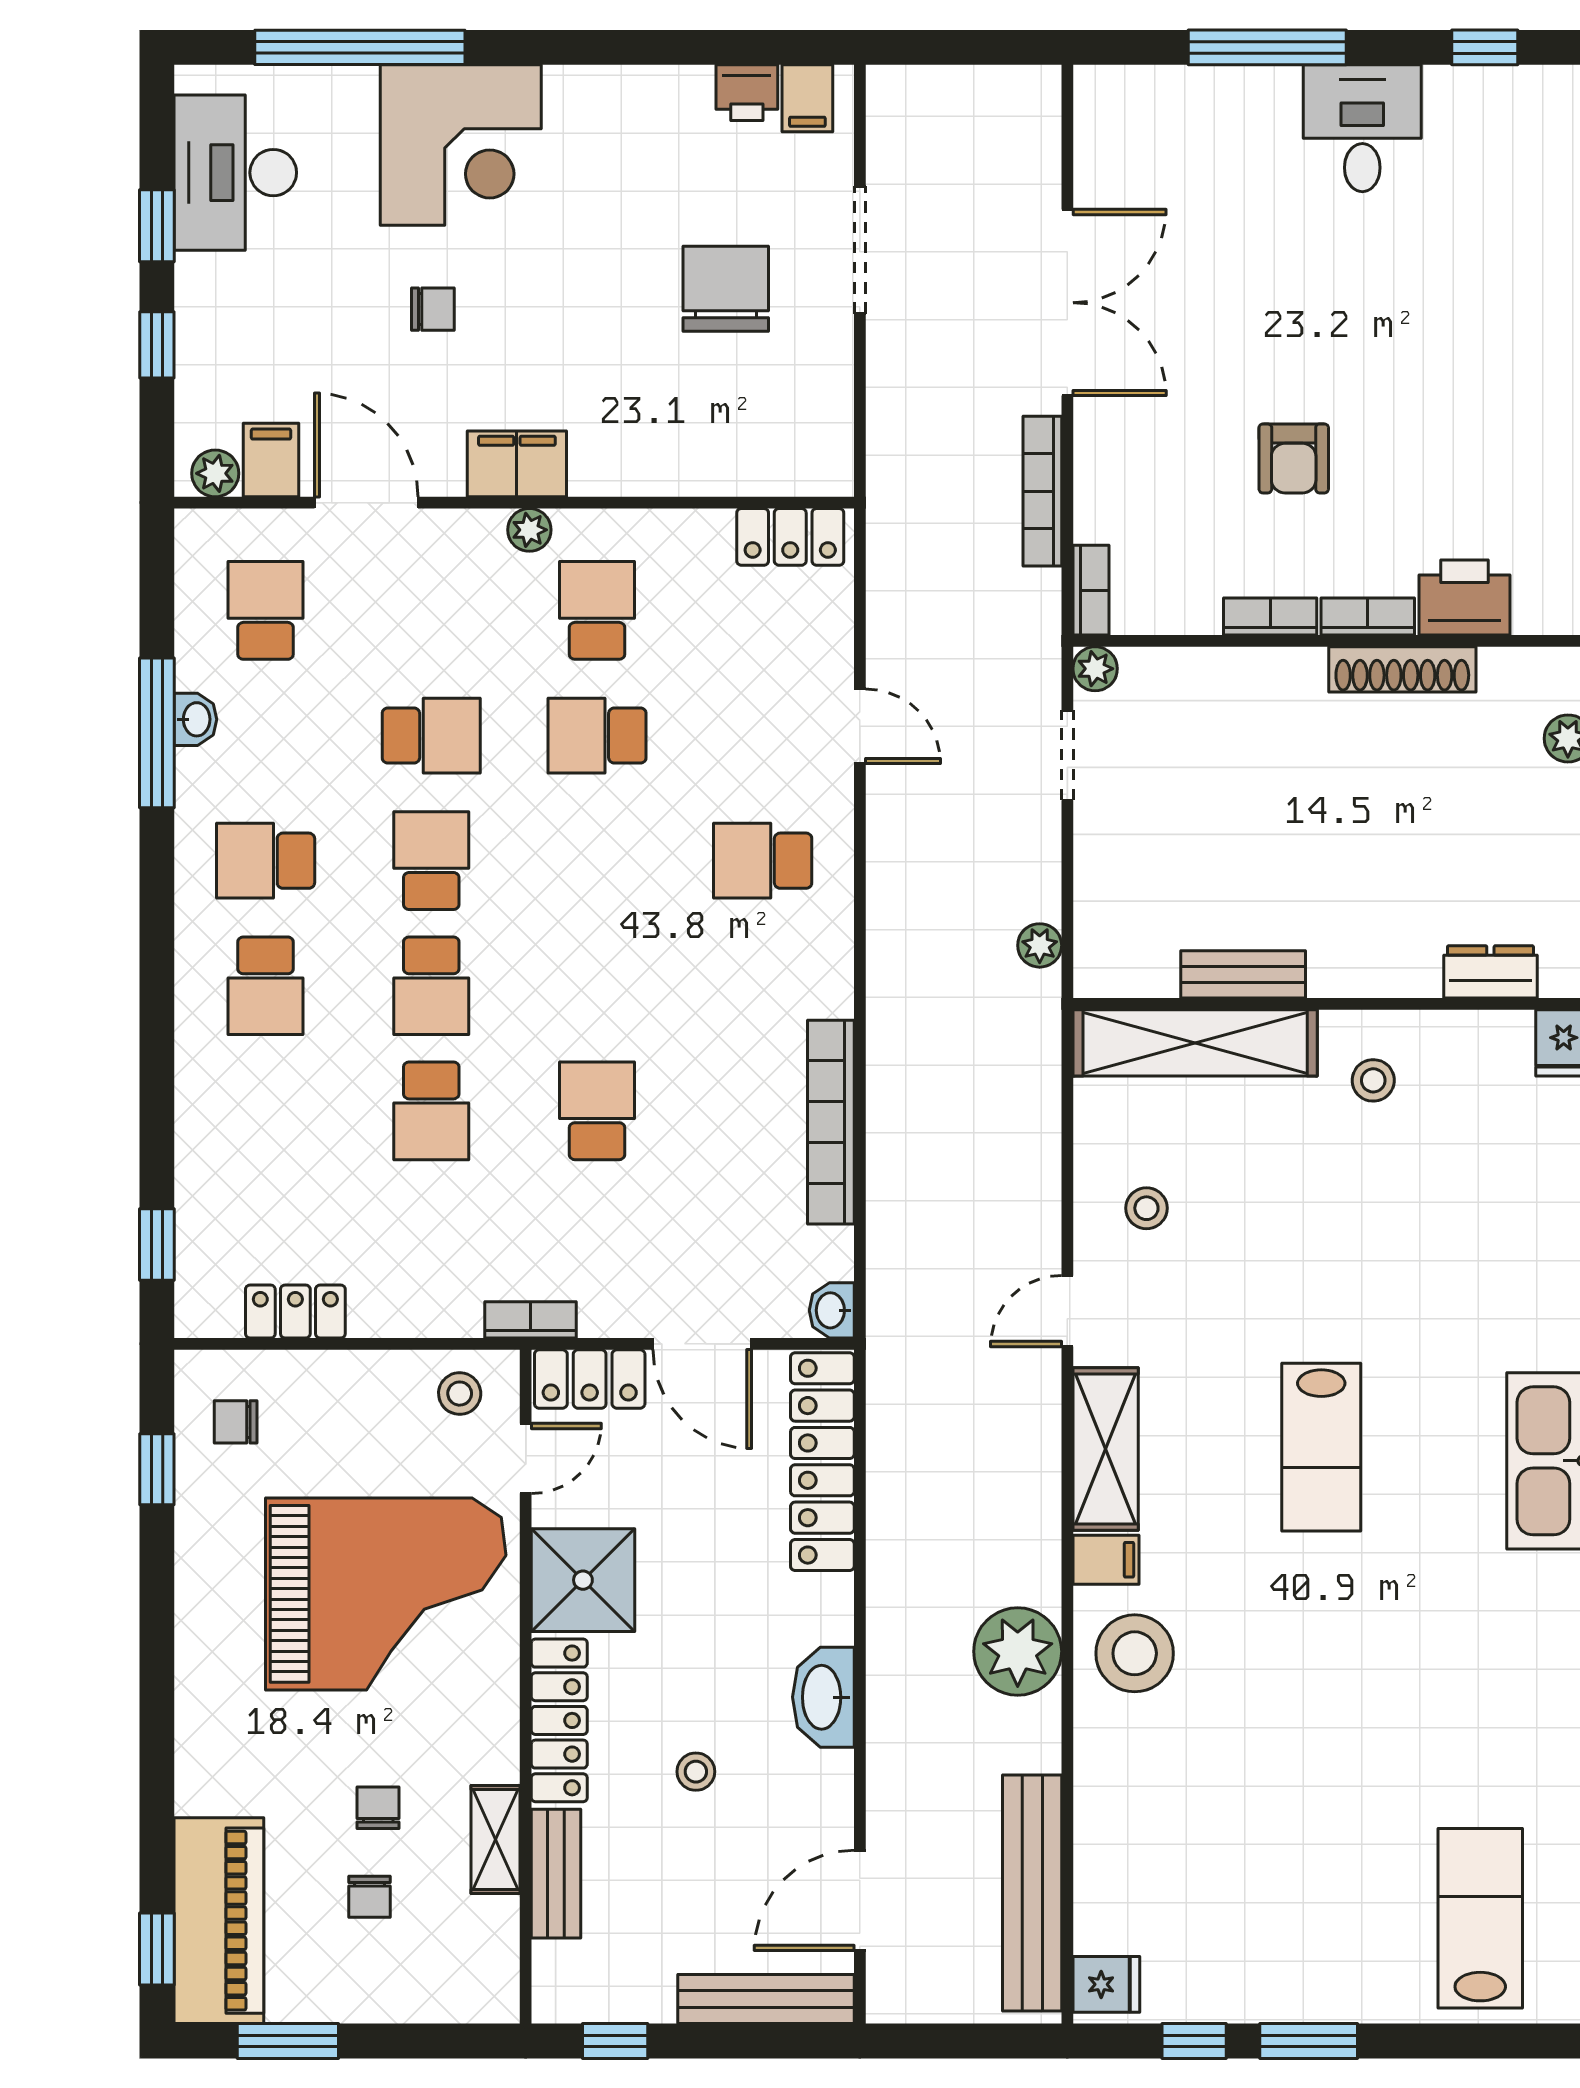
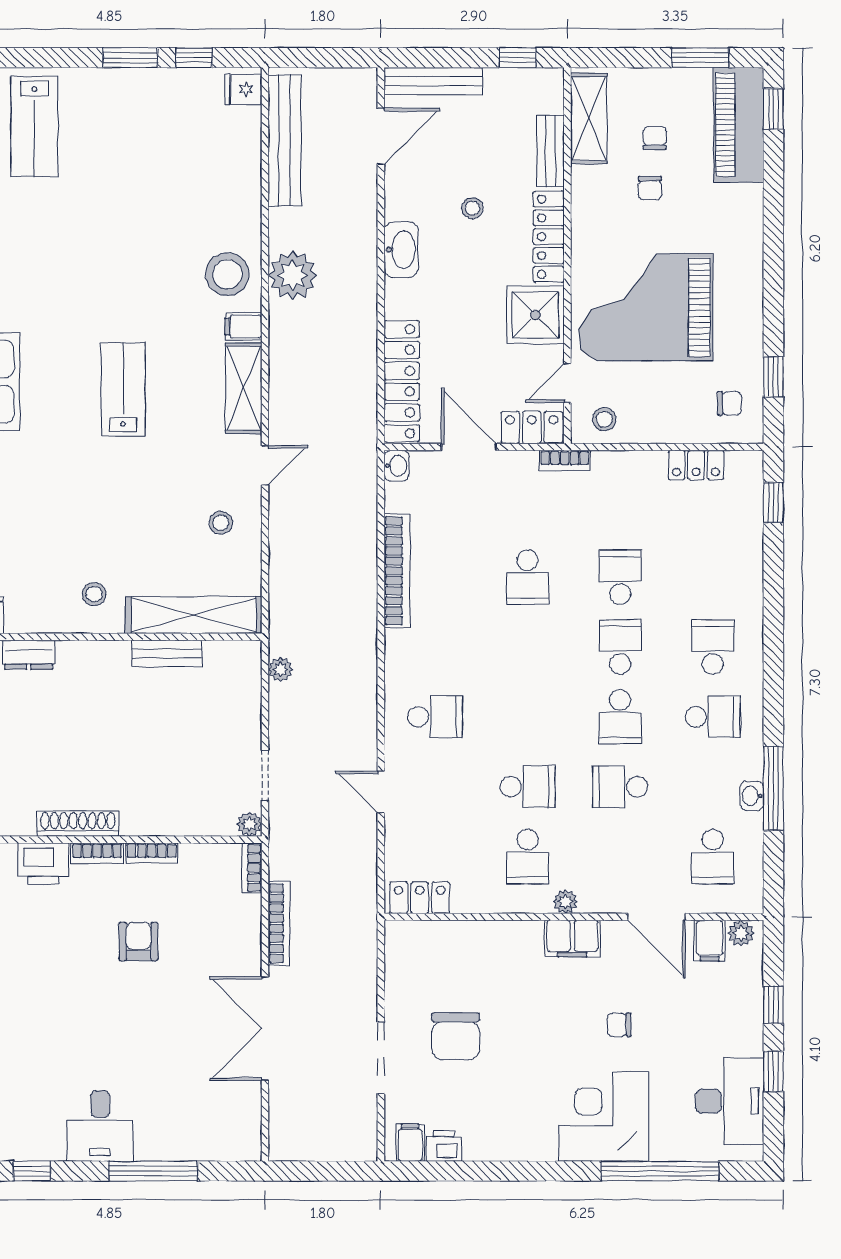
shelving: (496, 1839) -> (589, 119), moved, width x1.50, depth x1.33

